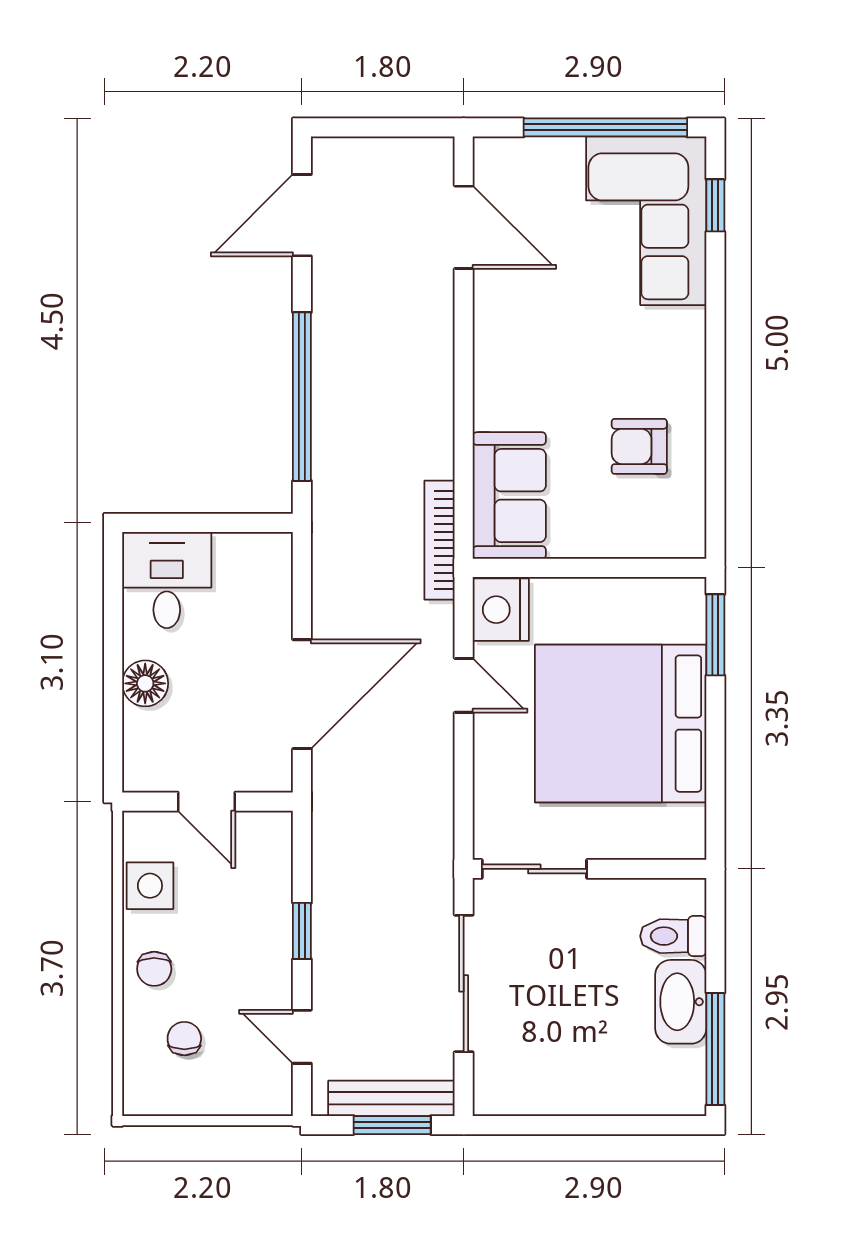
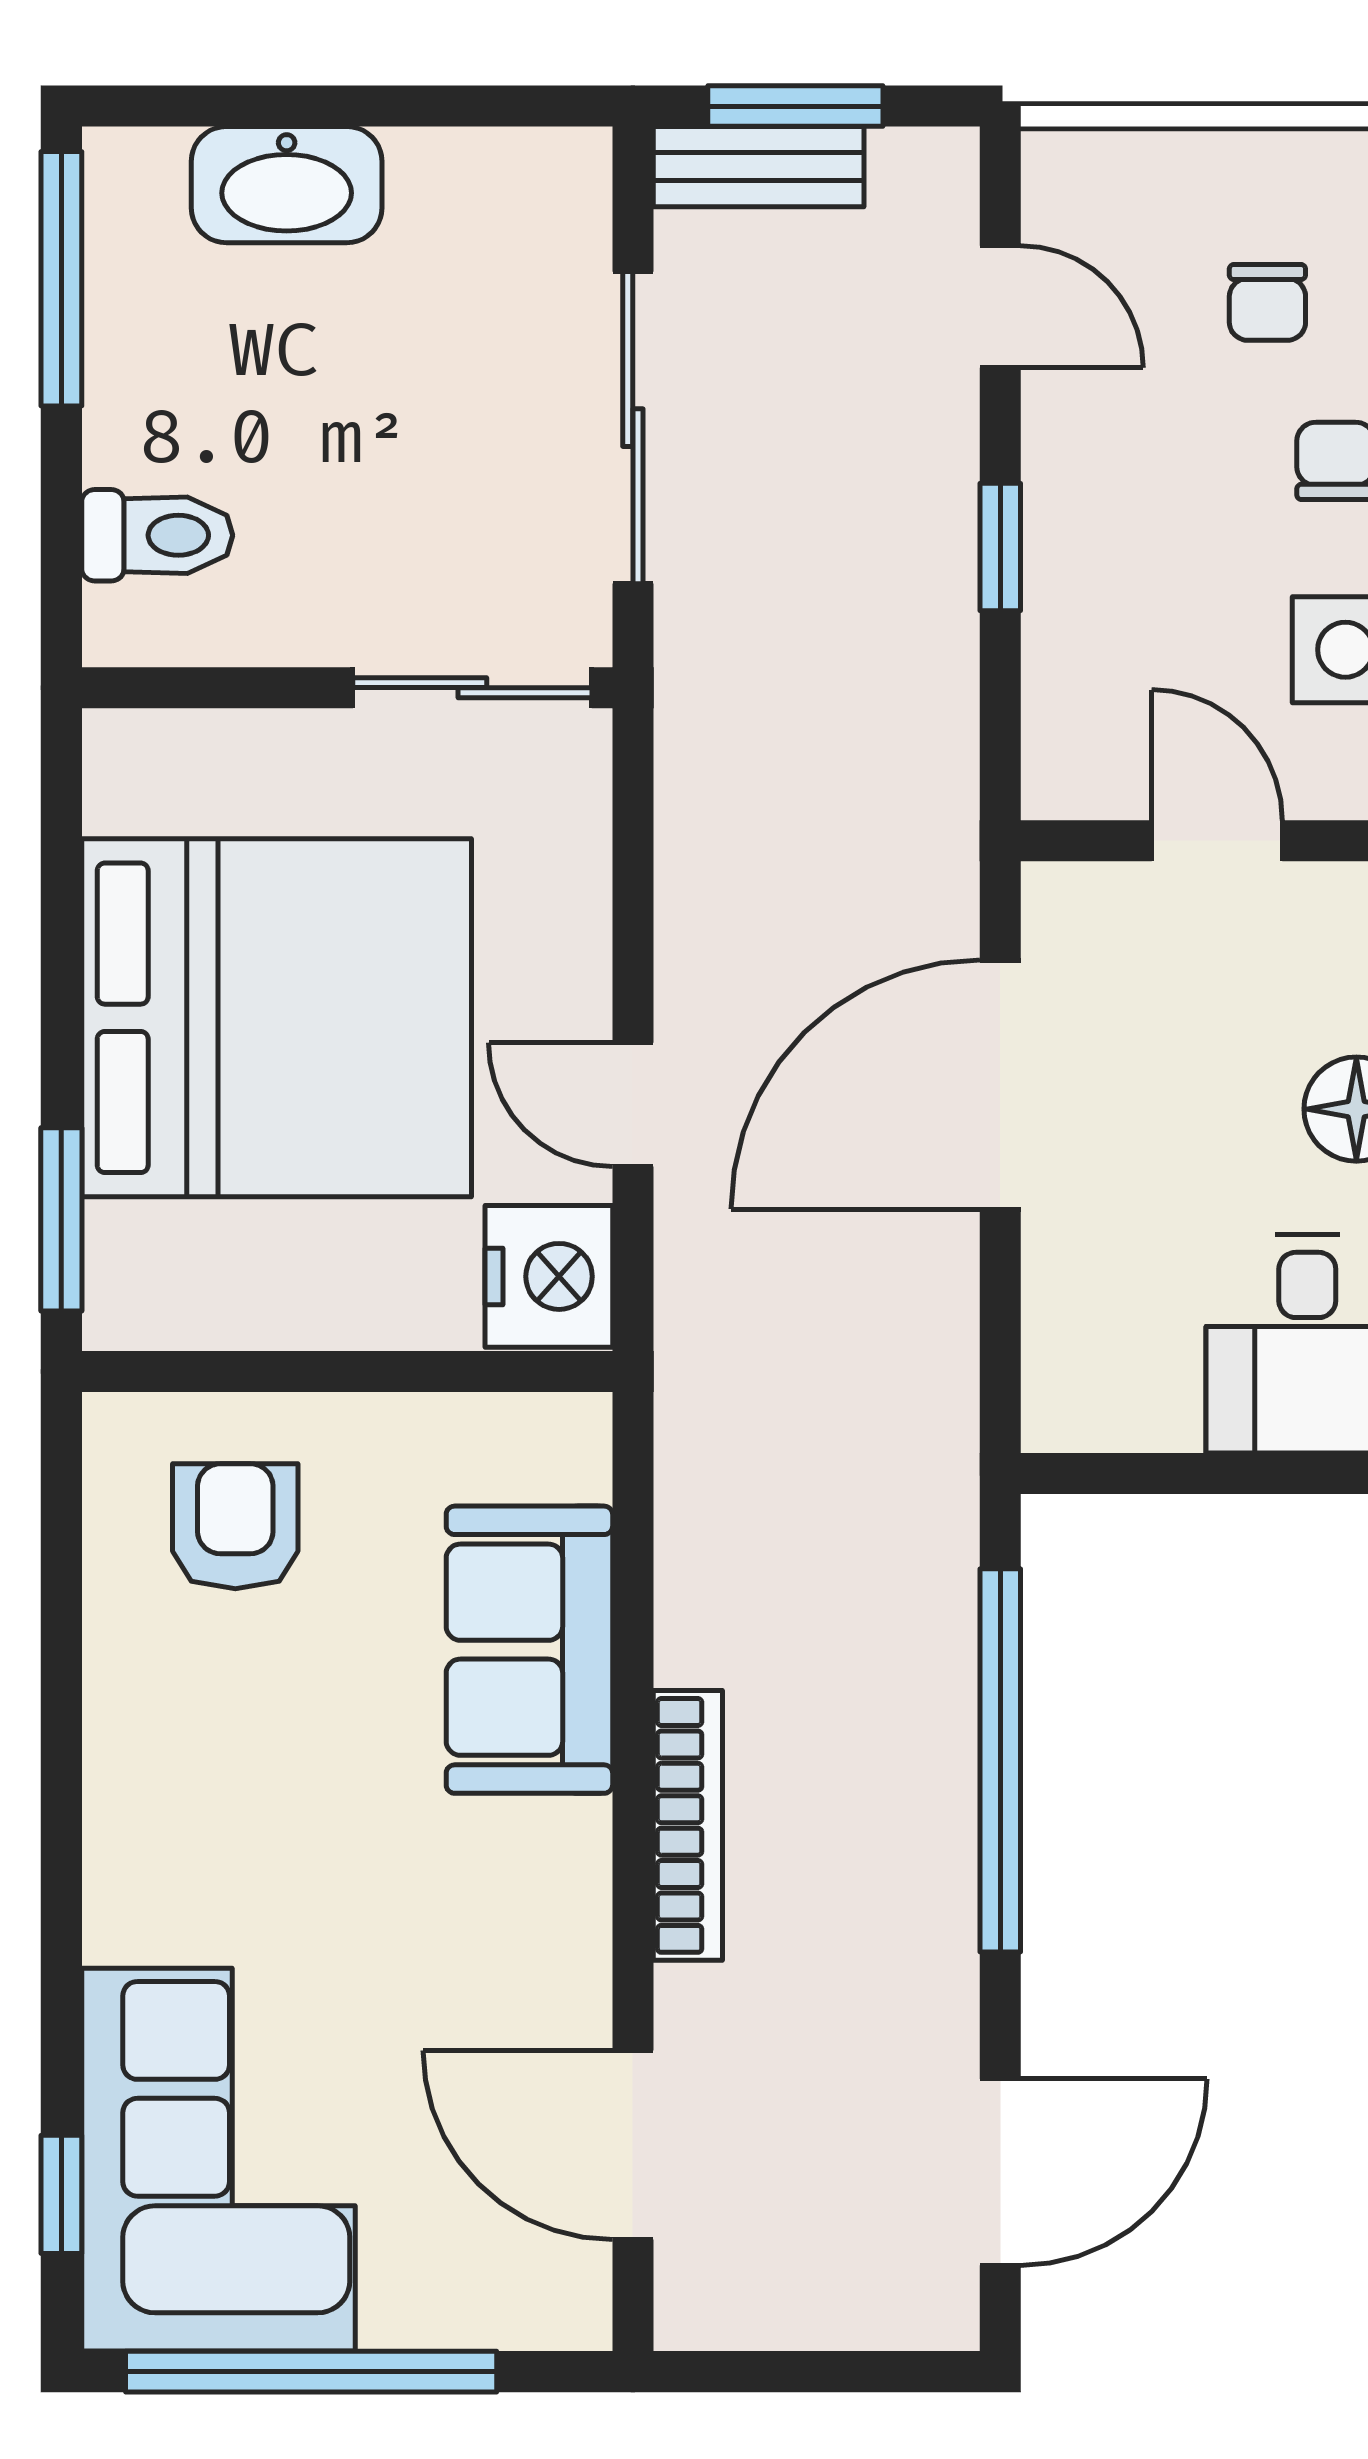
armchair: (639, 446) -> (235, 1526), moved, turned -90
sofa: (509, 496) -> (529, 1650), moved
bookcase: (440, 540) -> (688, 1825), moved
washbasin: (681, 1002) -> (287, 185), moved, turned 90
bench: (391, 1098) -> (759, 167), width x0.73

